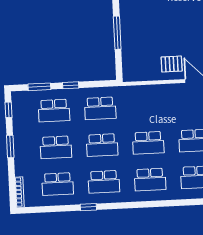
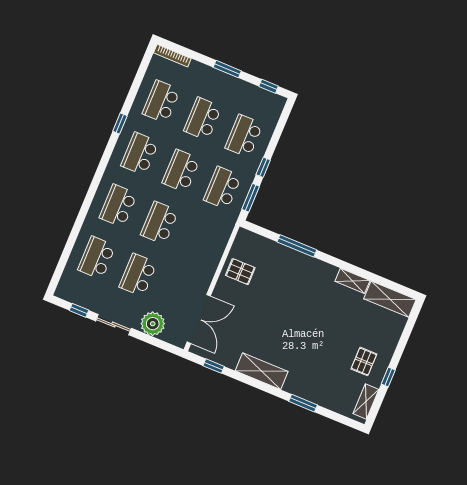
pallet: (172, 64) -> (240, 272), moved, turned 90
window: (39, 87) -> (251, 198), moved

